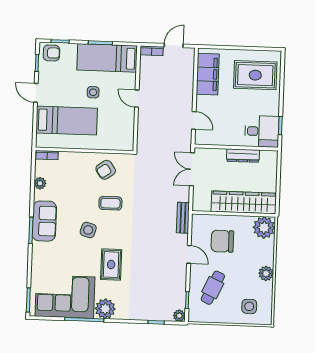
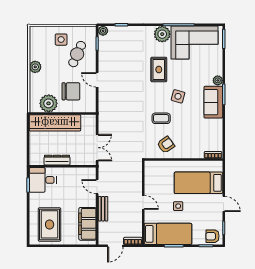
rug: (255, 75) -> (50, 224), turned 90
plant: (40, 183) -> (218, 80), moved
bench: (183, 218) -> (103, 209), moved
plant: (264, 228) -> (49, 103), moved
side table: (249, 306) -> (61, 40), moved

